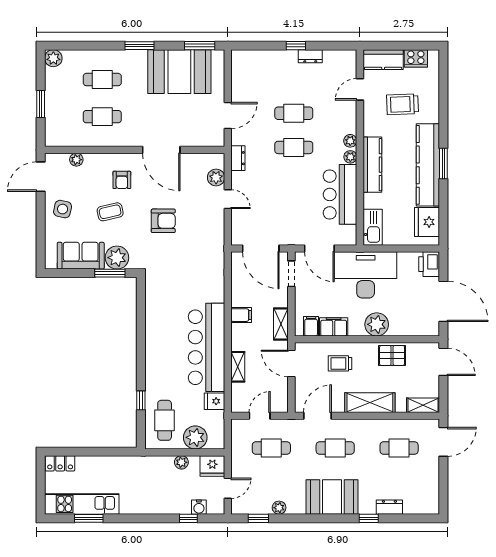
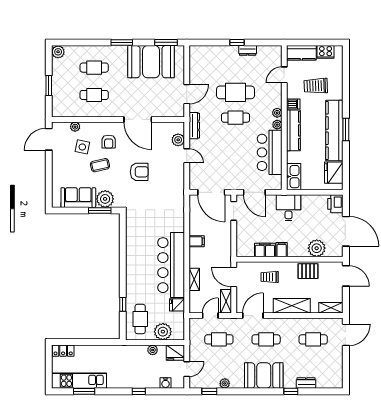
cafe table: (294, 113) -> (236, 92), width x1.37, depth x1.35
dishwasher: (372, 129) -> (293, 104), added
dresser: (238, 158) -> (194, 126), width x1.44
side table: (63, 209) -> (82, 147), moved
desk: (366, 275) -> (288, 208), width x0.53, depth x0.77
shelving: (281, 324) -> (226, 301), moved
plant: (377, 324) -> (317, 248), moved
filing cabinet: (311, 326) -> (282, 250), moved
window: (188, 518) -> (139, 391), moved

